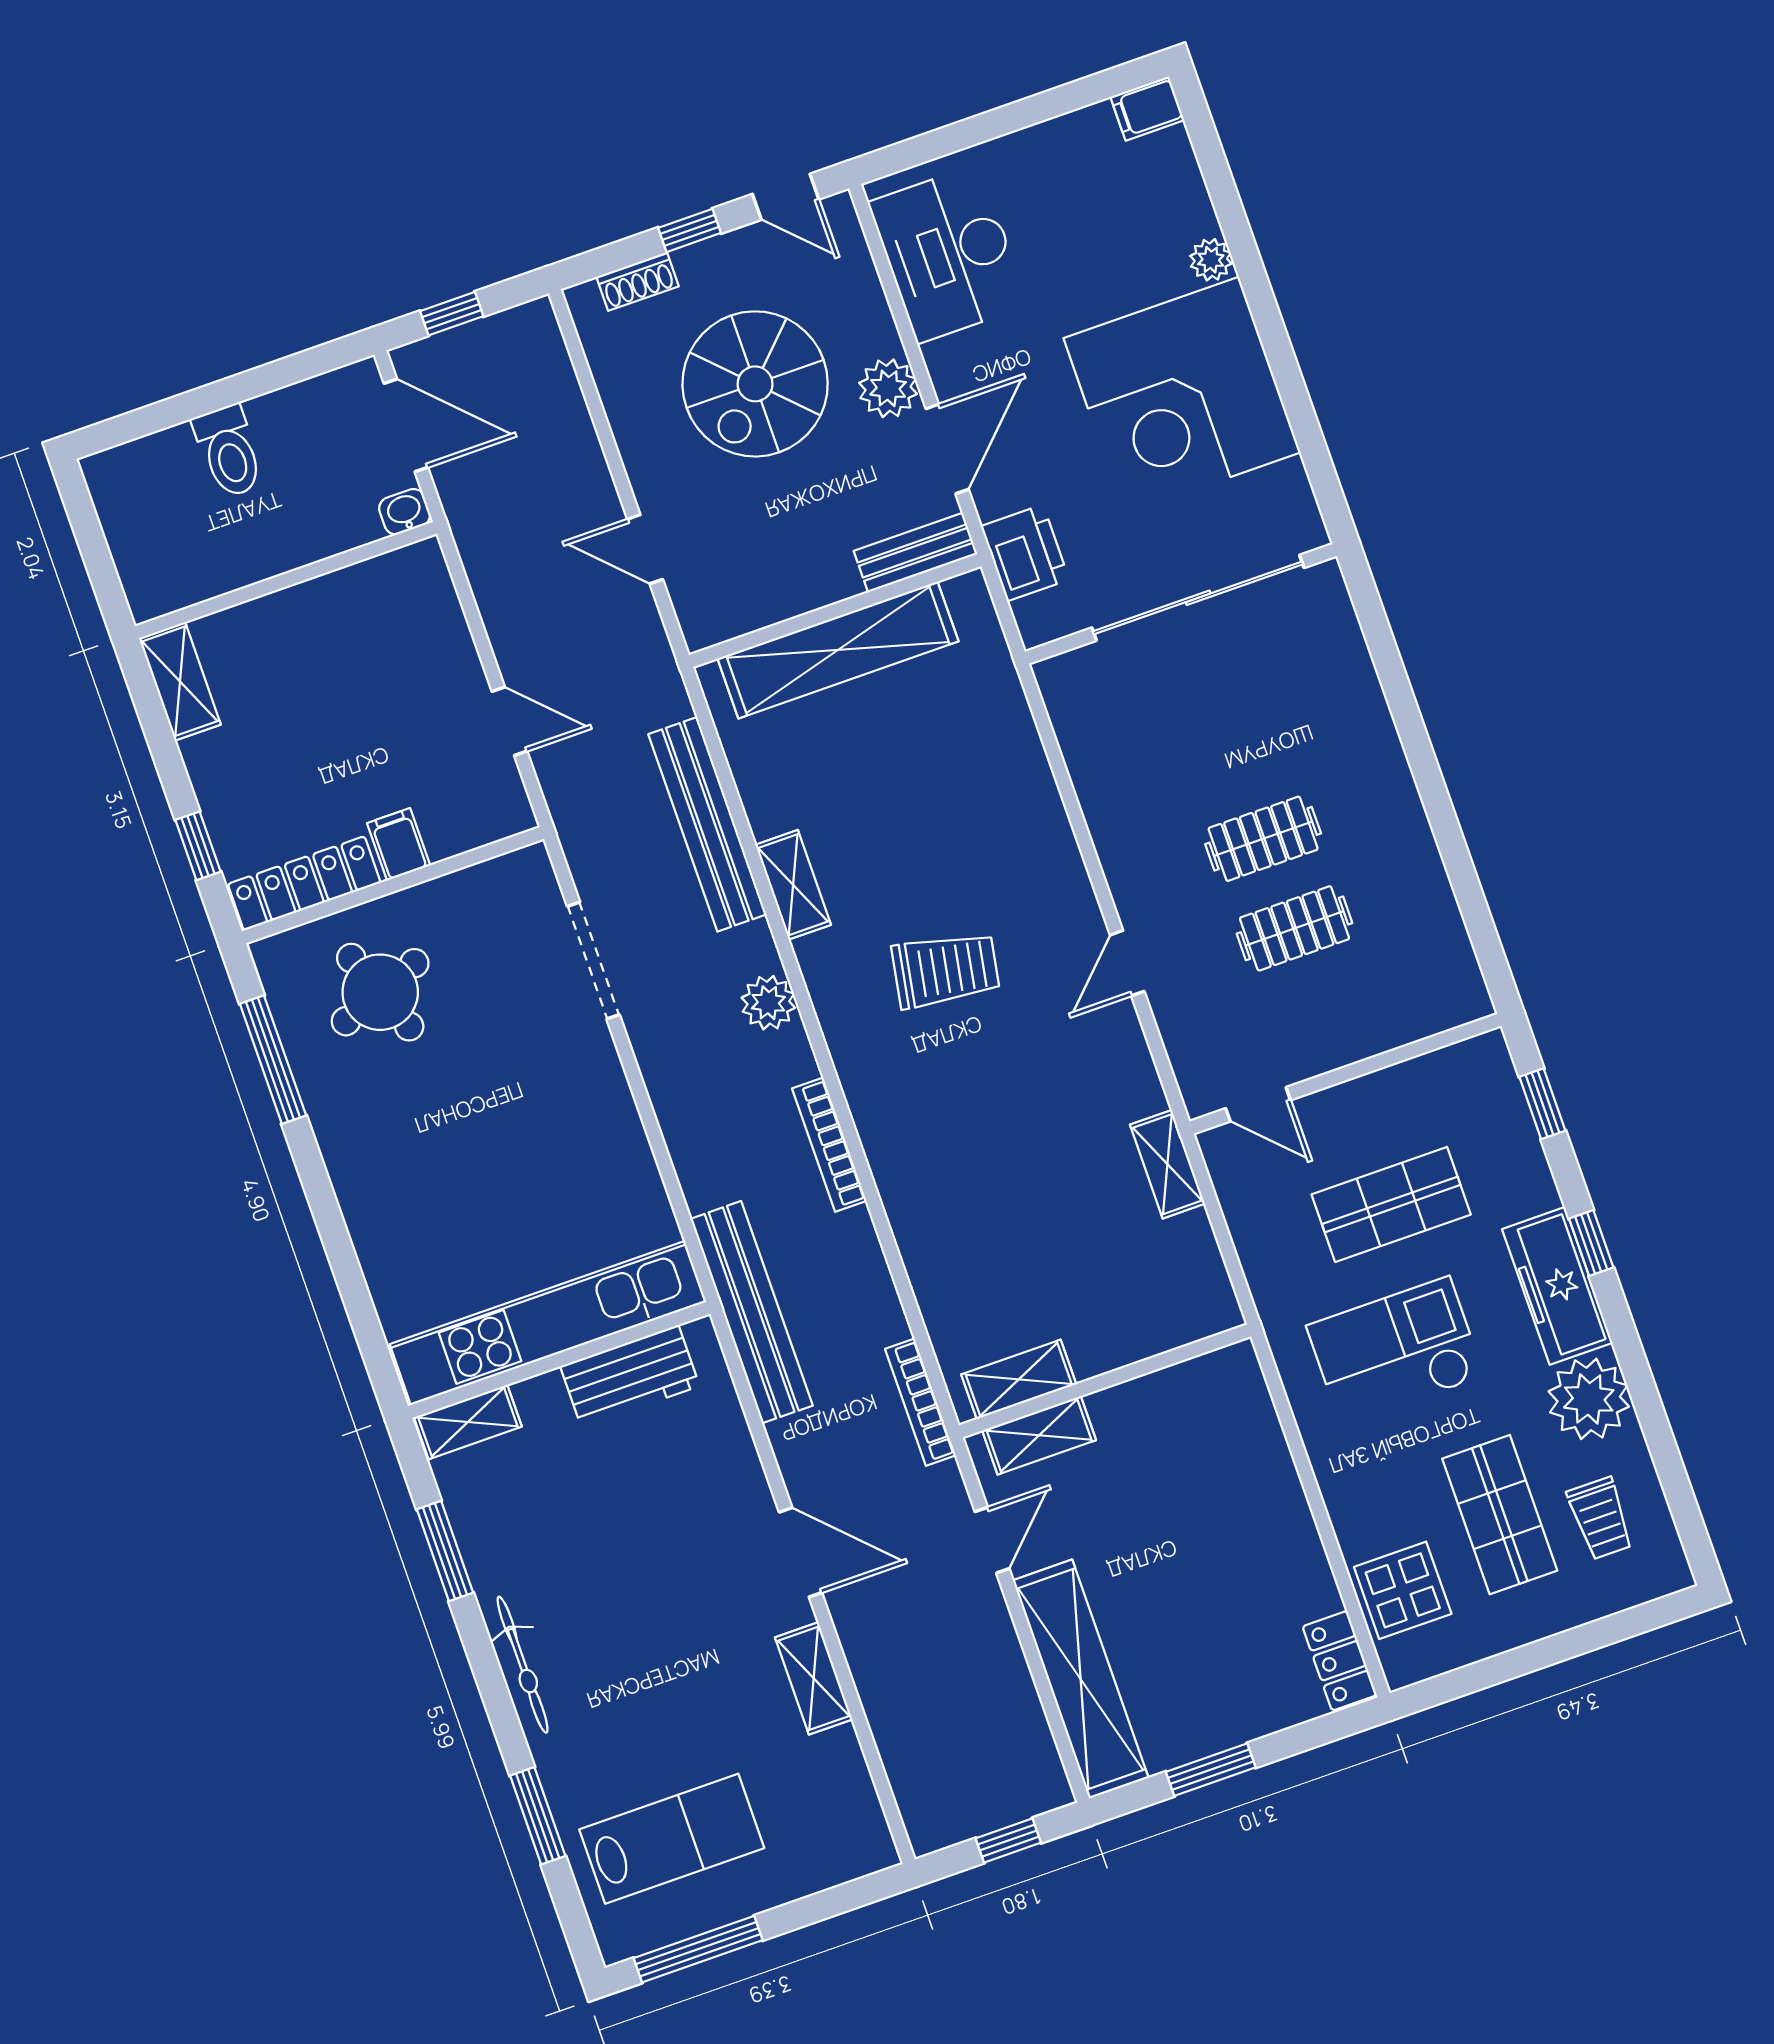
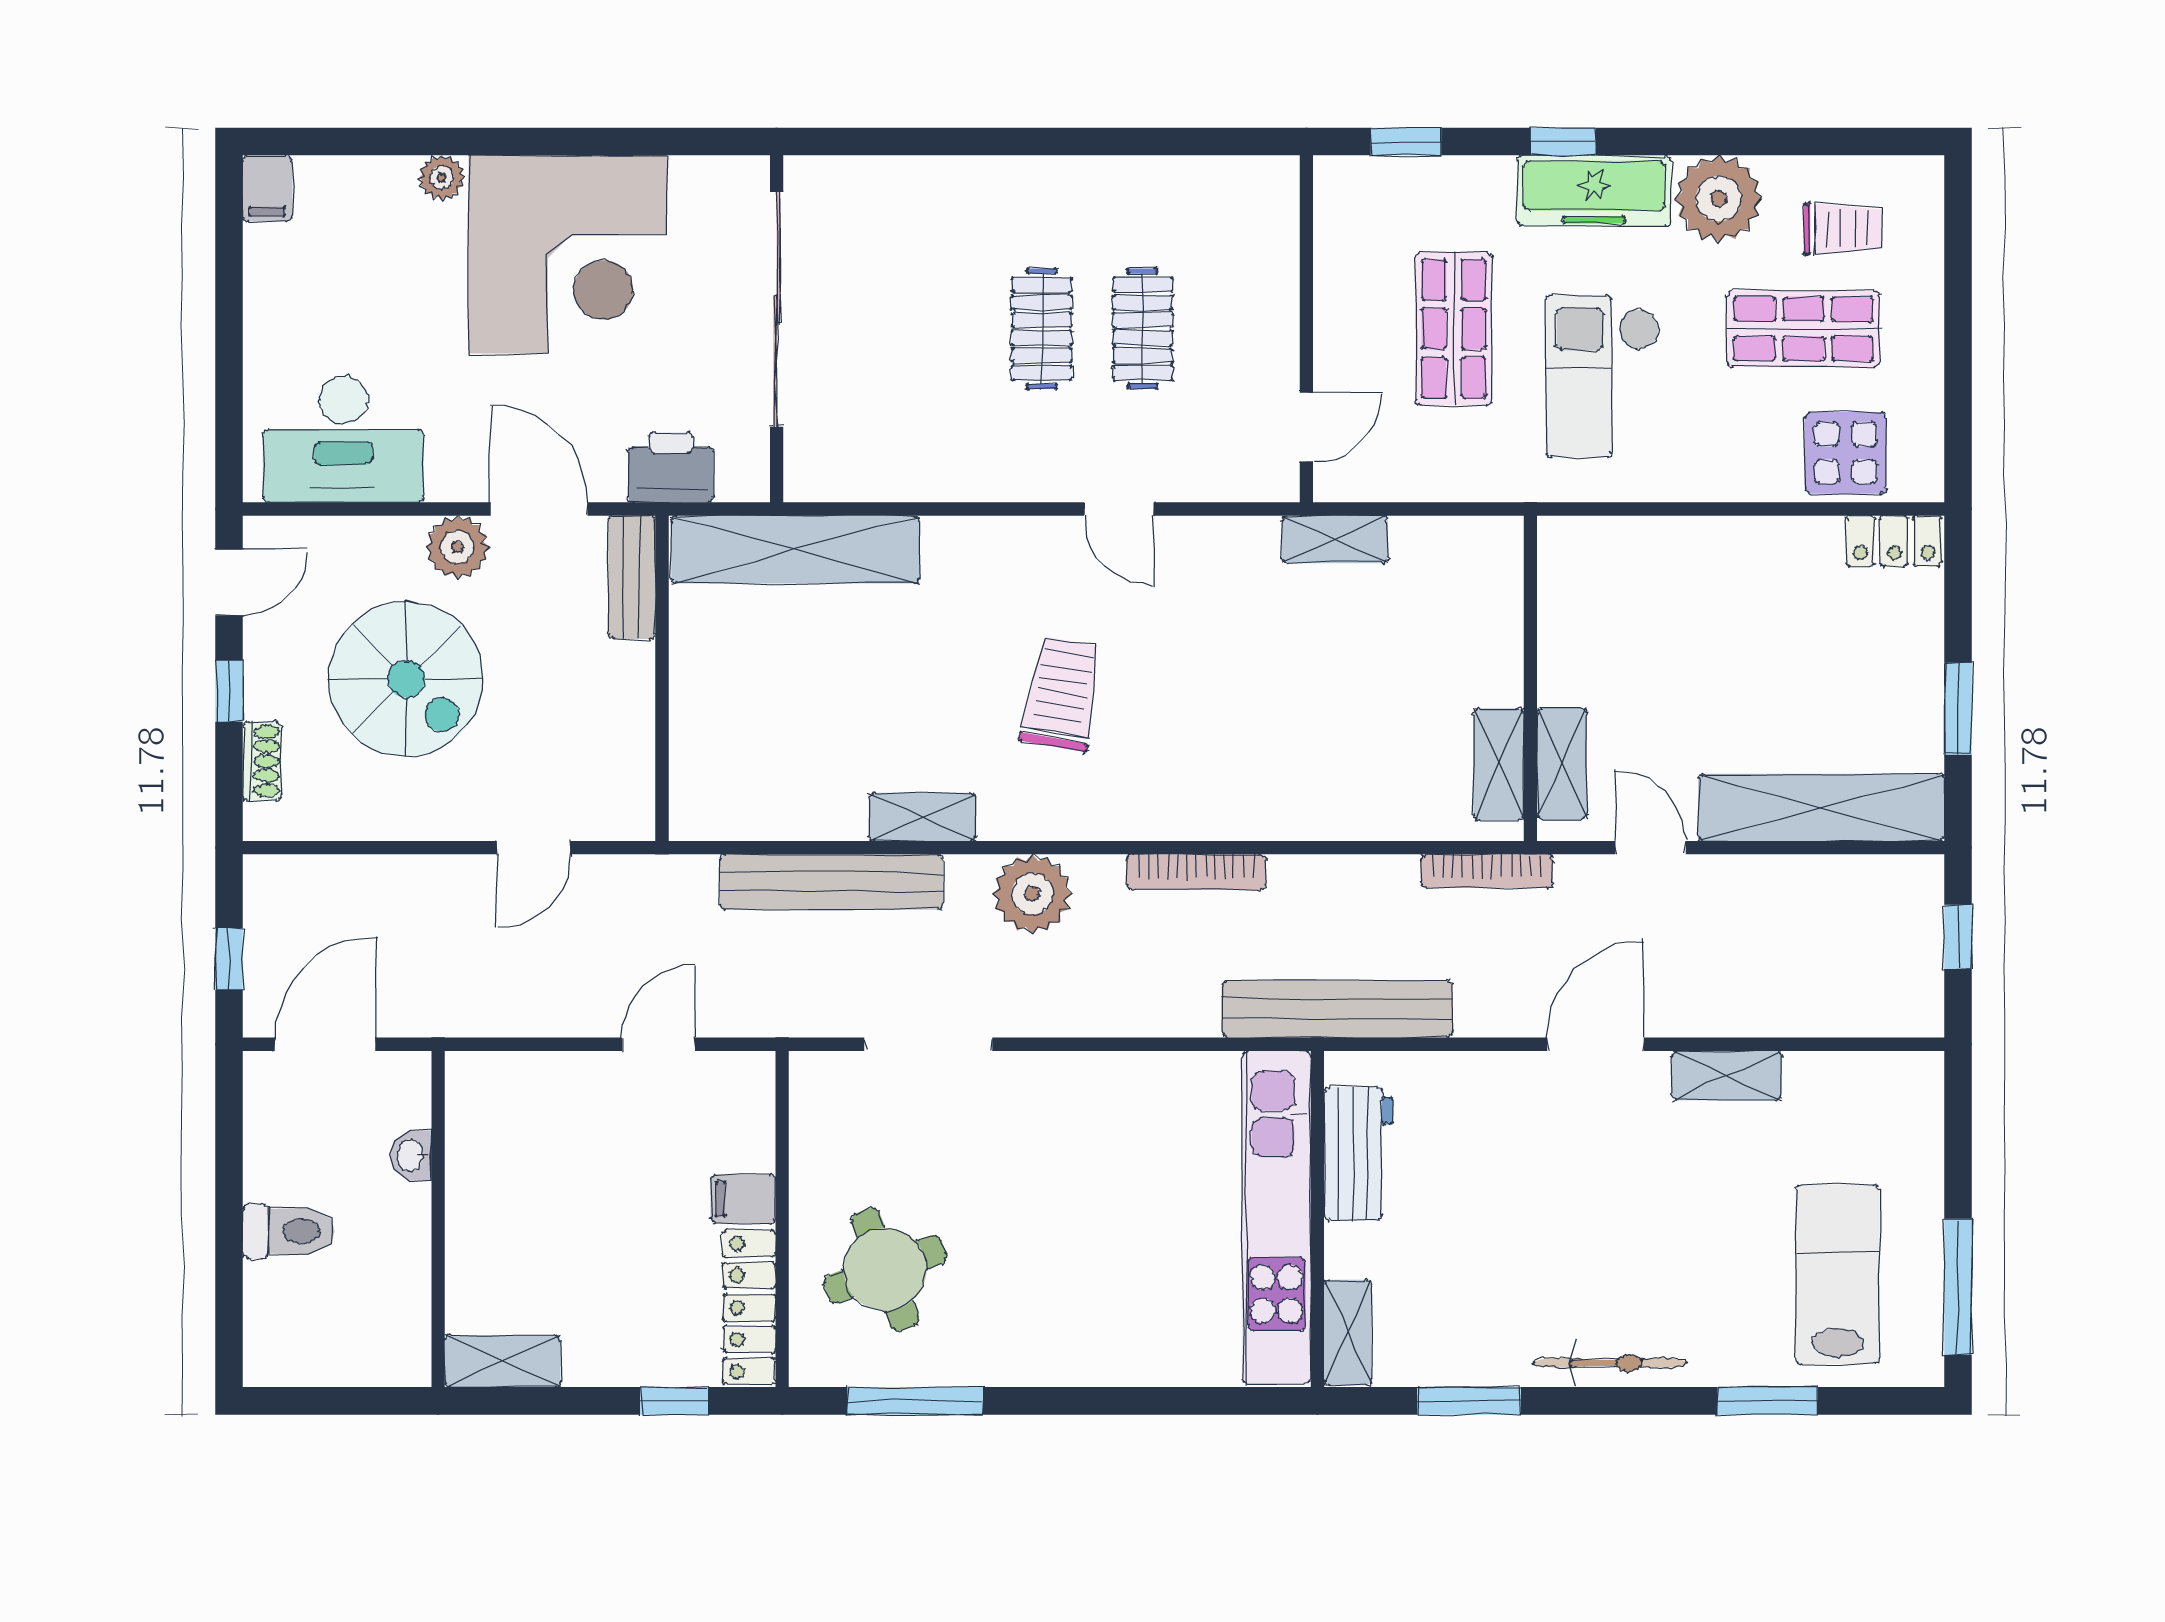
washbasin: (405, 512) -> (411, 1155), moved
shelving: (838, 650) -> (795, 549), moved, turned 90
plant: (768, 1003) -> (1032, 894), width x1.36, depth x1.36

